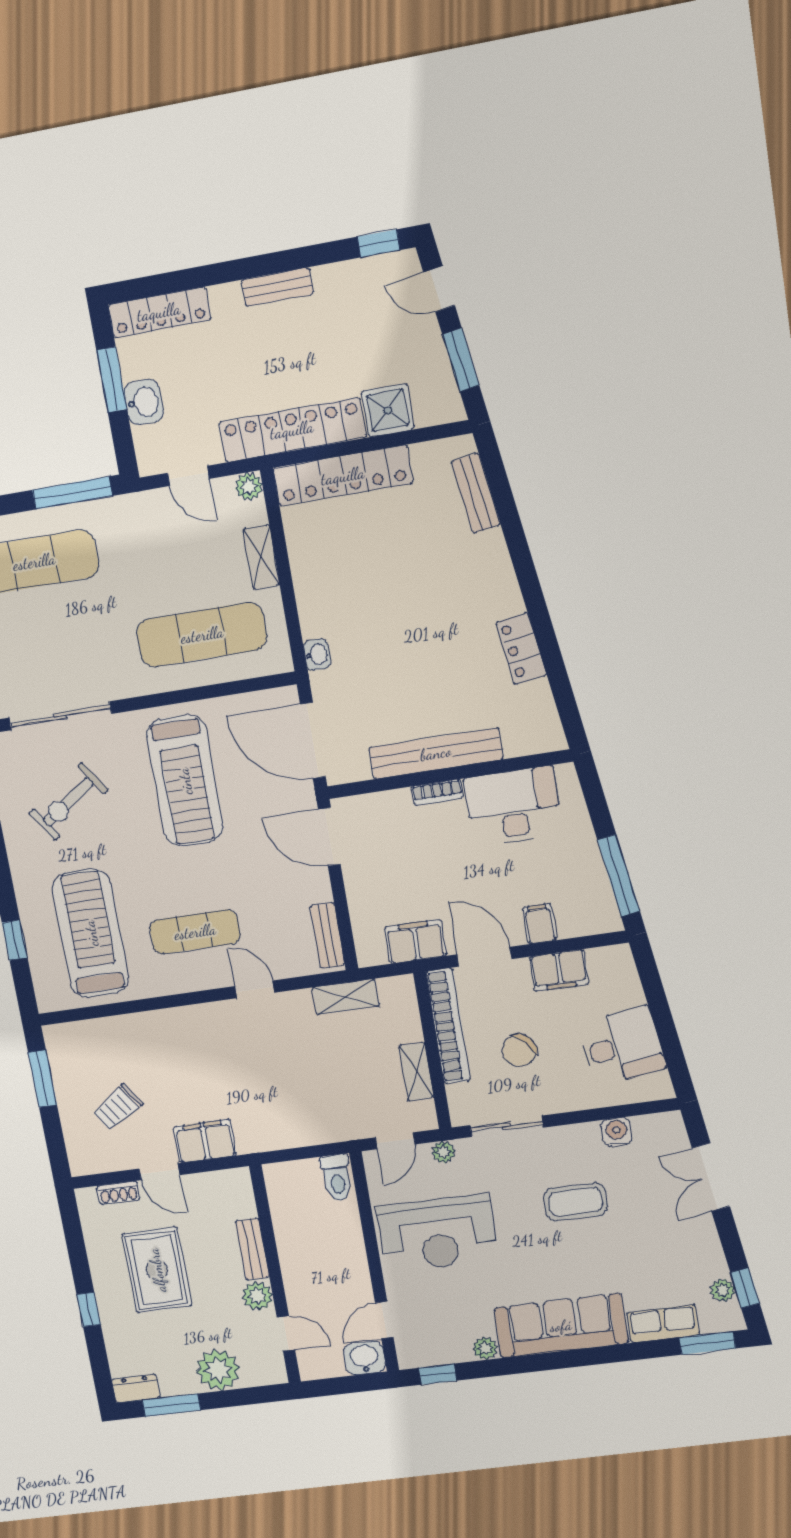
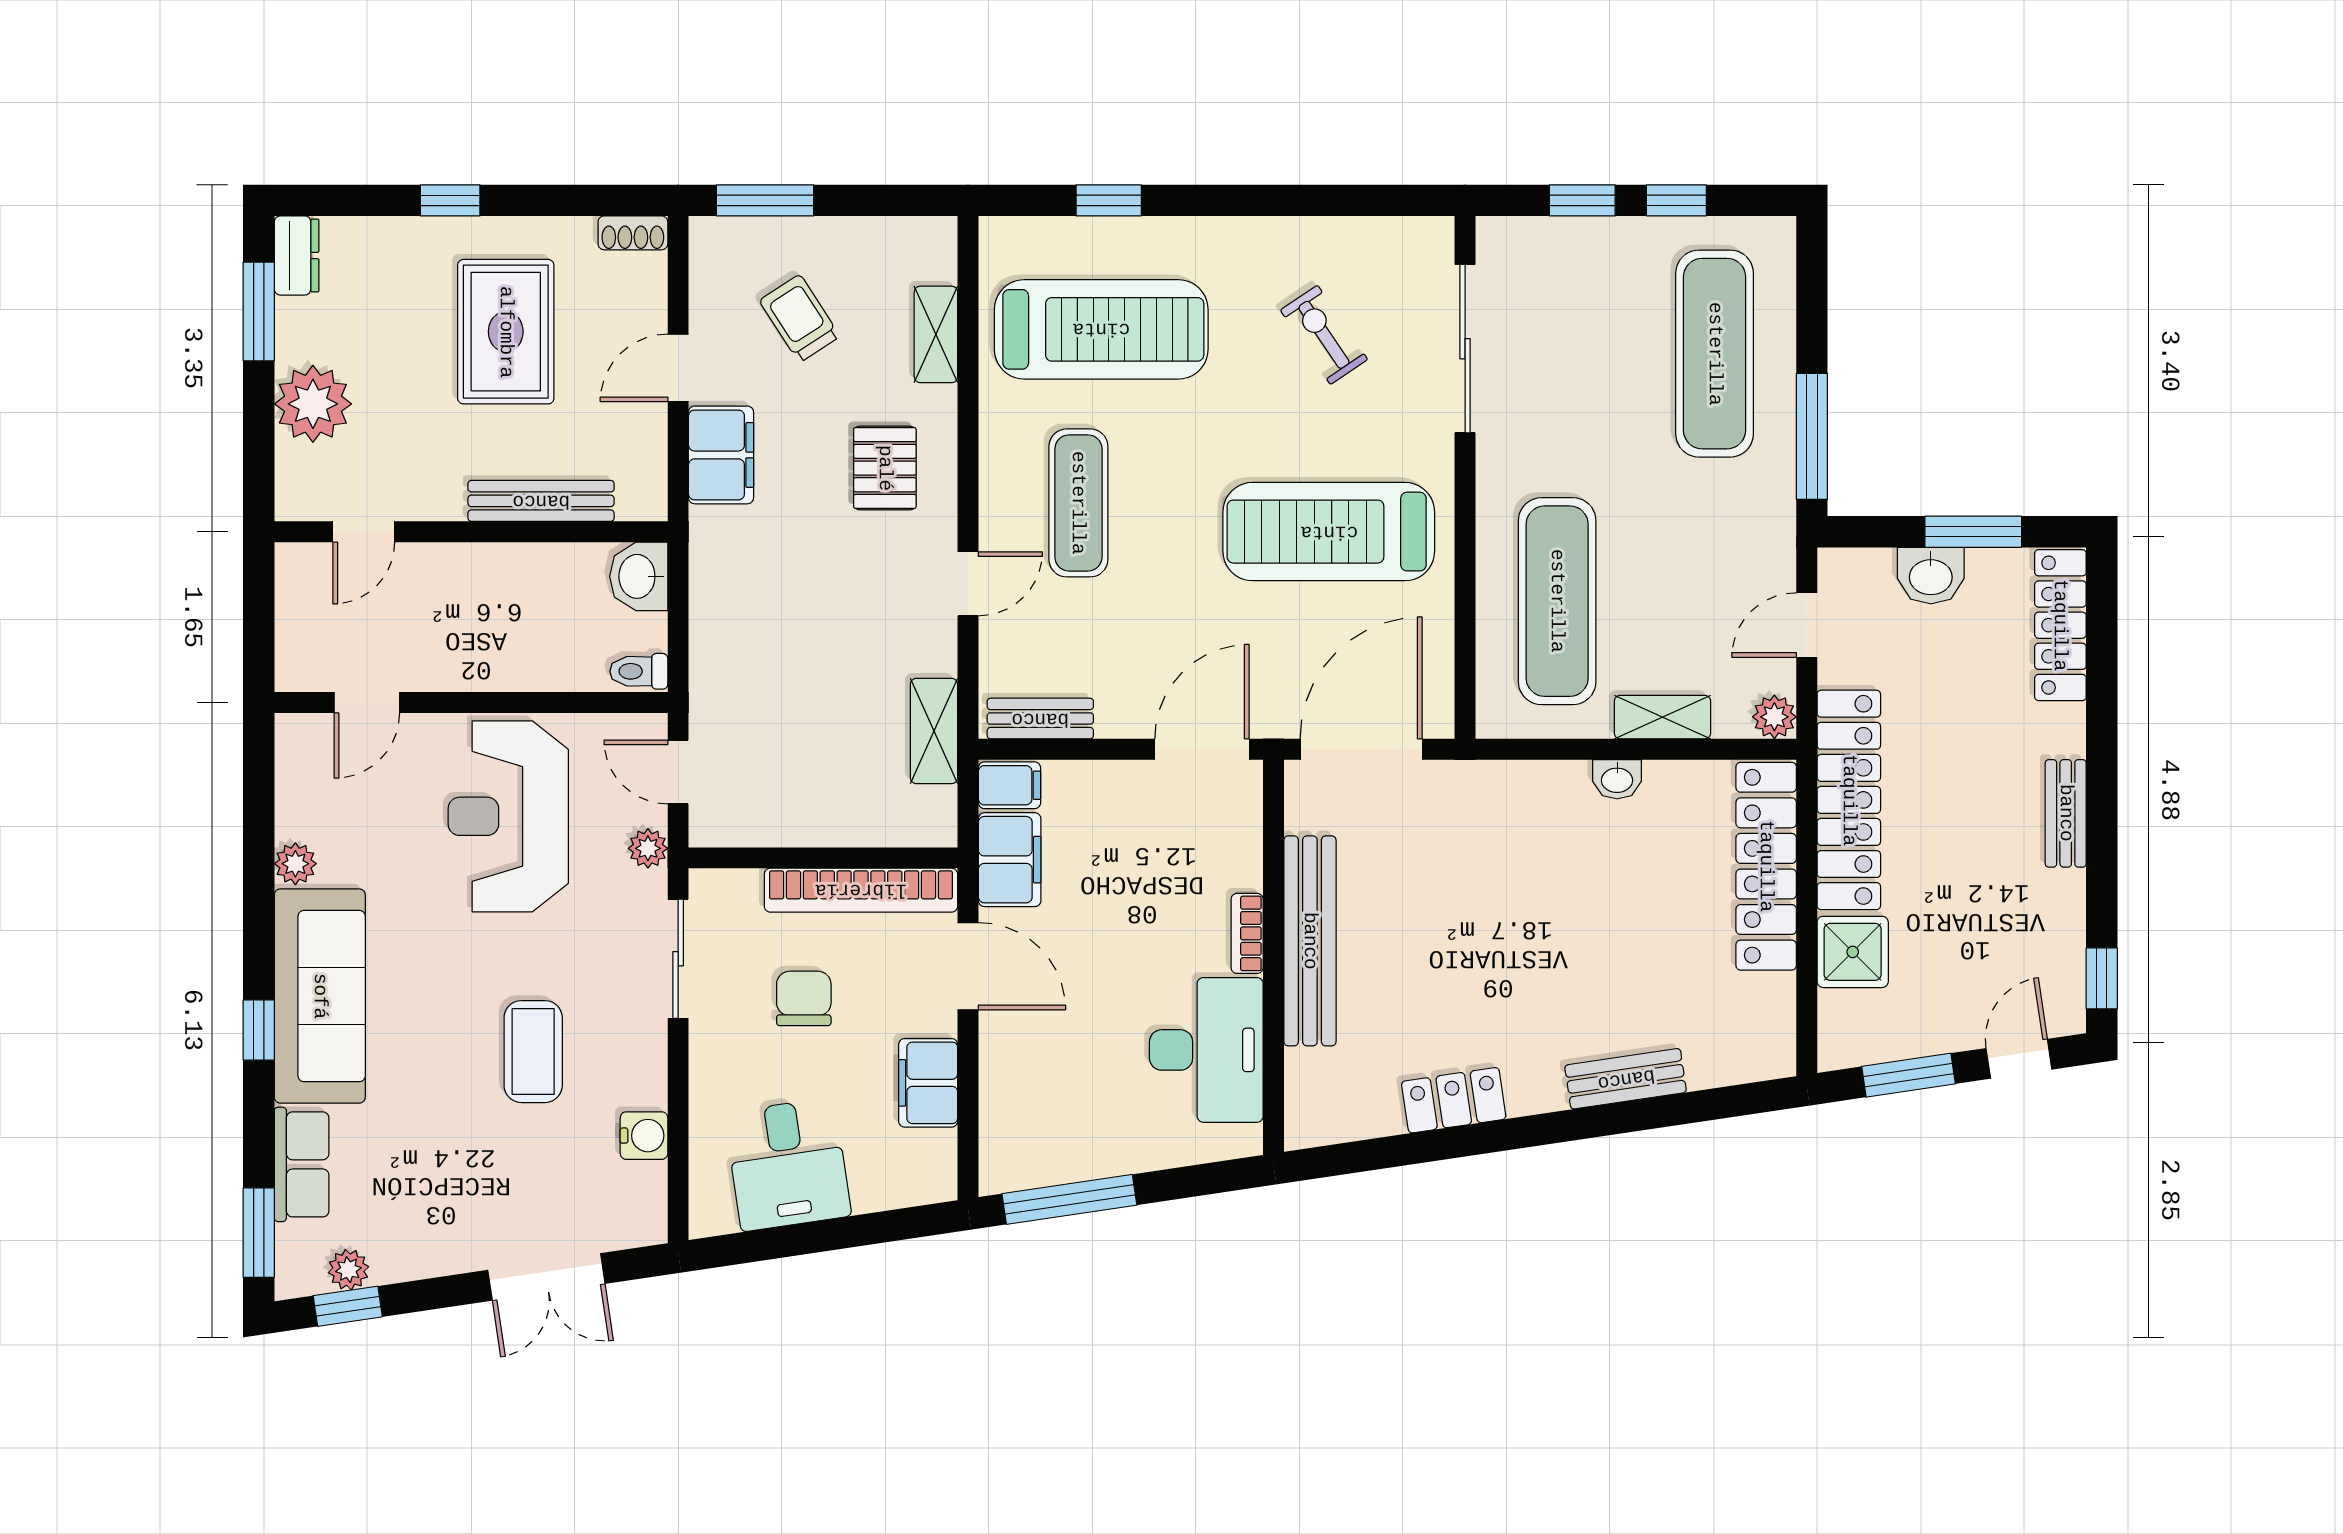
bench: (476, 493) -> (1626, 1079), moved
washbasin: (317, 655) -> (1617, 779), moved
exercise bike: (68, 802) -> (1324, 335), width x0.73, depth x0.72
filing cabinet: (540, 924) -> (1009, 785), moved
door: (484, 957) -> (968, 966), hinge flipped
pallet: (195, 1047) -> (885, 468), added
chair: (519, 1050) -> (804, 998), turned 43
shelving: (416, 1072) -> (936, 334), moved, turned 90
window: (42, 1079) -> (765, 200), moved
double door: (711, 1177) -> (546, 1277), swing flipped
toilet: (337, 1178) -> (639, 671), width x0.73, depth x0.72
shoe rack: (118, 1193) -> (633, 233), moved, turned -90
bench: (252, 1249) -> (541, 501), width x1.36
rug: (157, 1270) -> (506, 332), turned 90
plant: (257, 1296) -> (437, 495), removed
door: (384, 1320) -> (367, 703), swing flipped
washbasin: (365, 1358) -> (639, 576), moved, turned 180
window: (438, 1374) -> (259, 1030), moved

